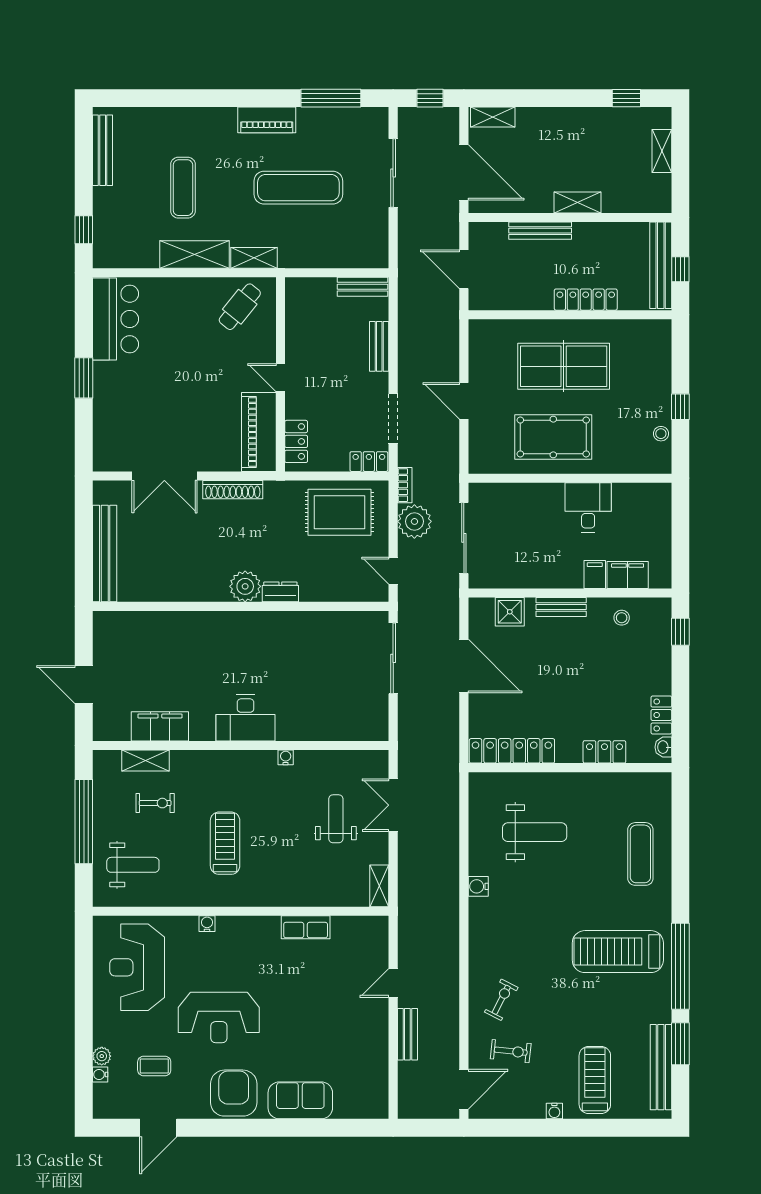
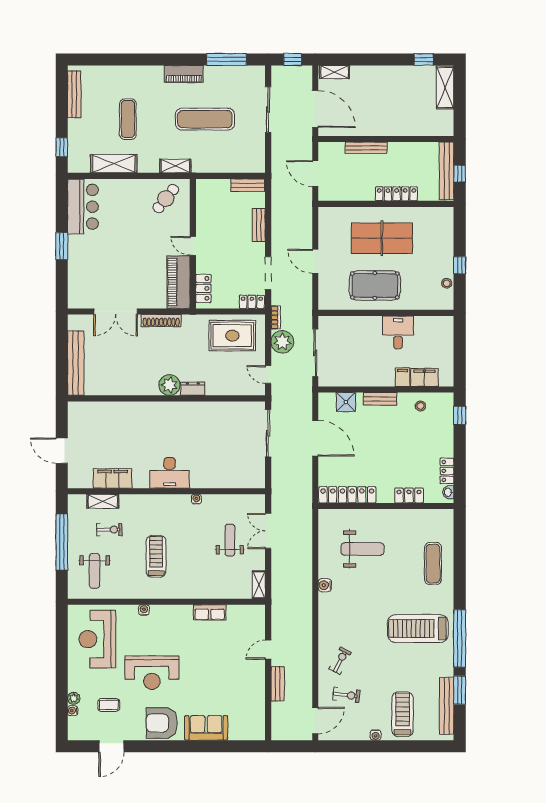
shelving: (662, 151) -> (445, 88), width x1.50, depth x1.33
shelving: (577, 202) -> (391, 129), removed
shelving: (194, 254) -> (114, 164), moved
weight bench: (133, 865) -> (94, 571), turned 90
armchair: (234, 1093) -> (162, 723), turned -90

